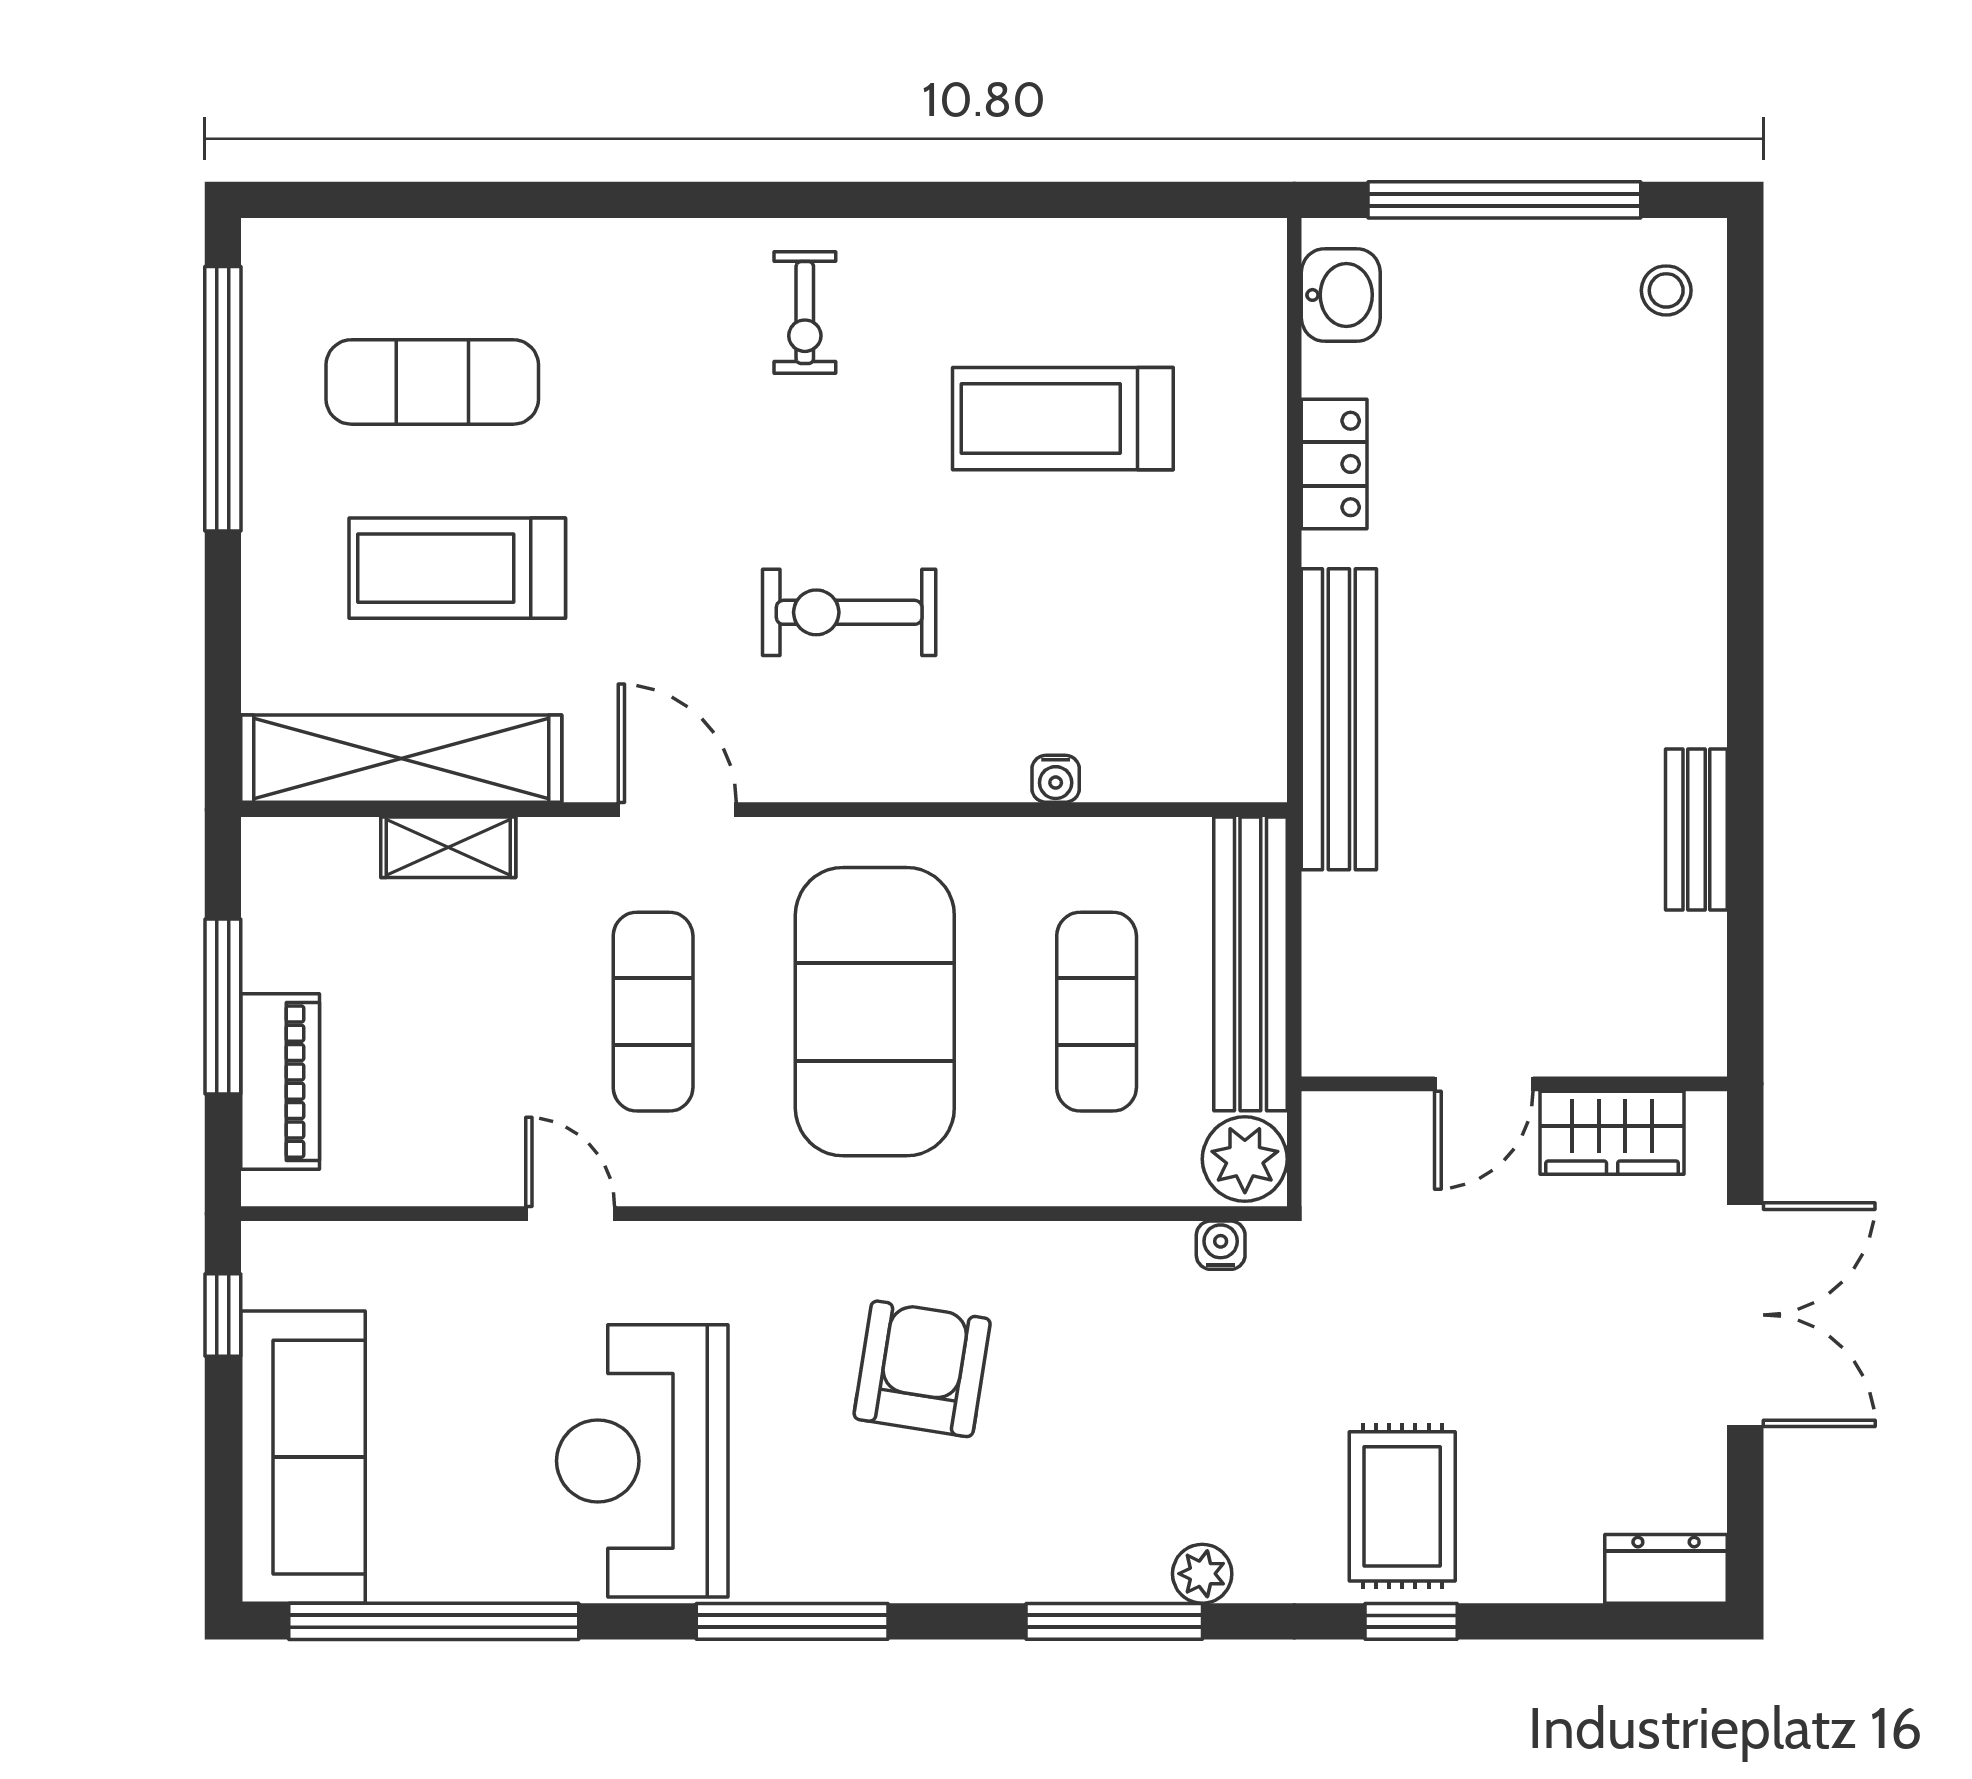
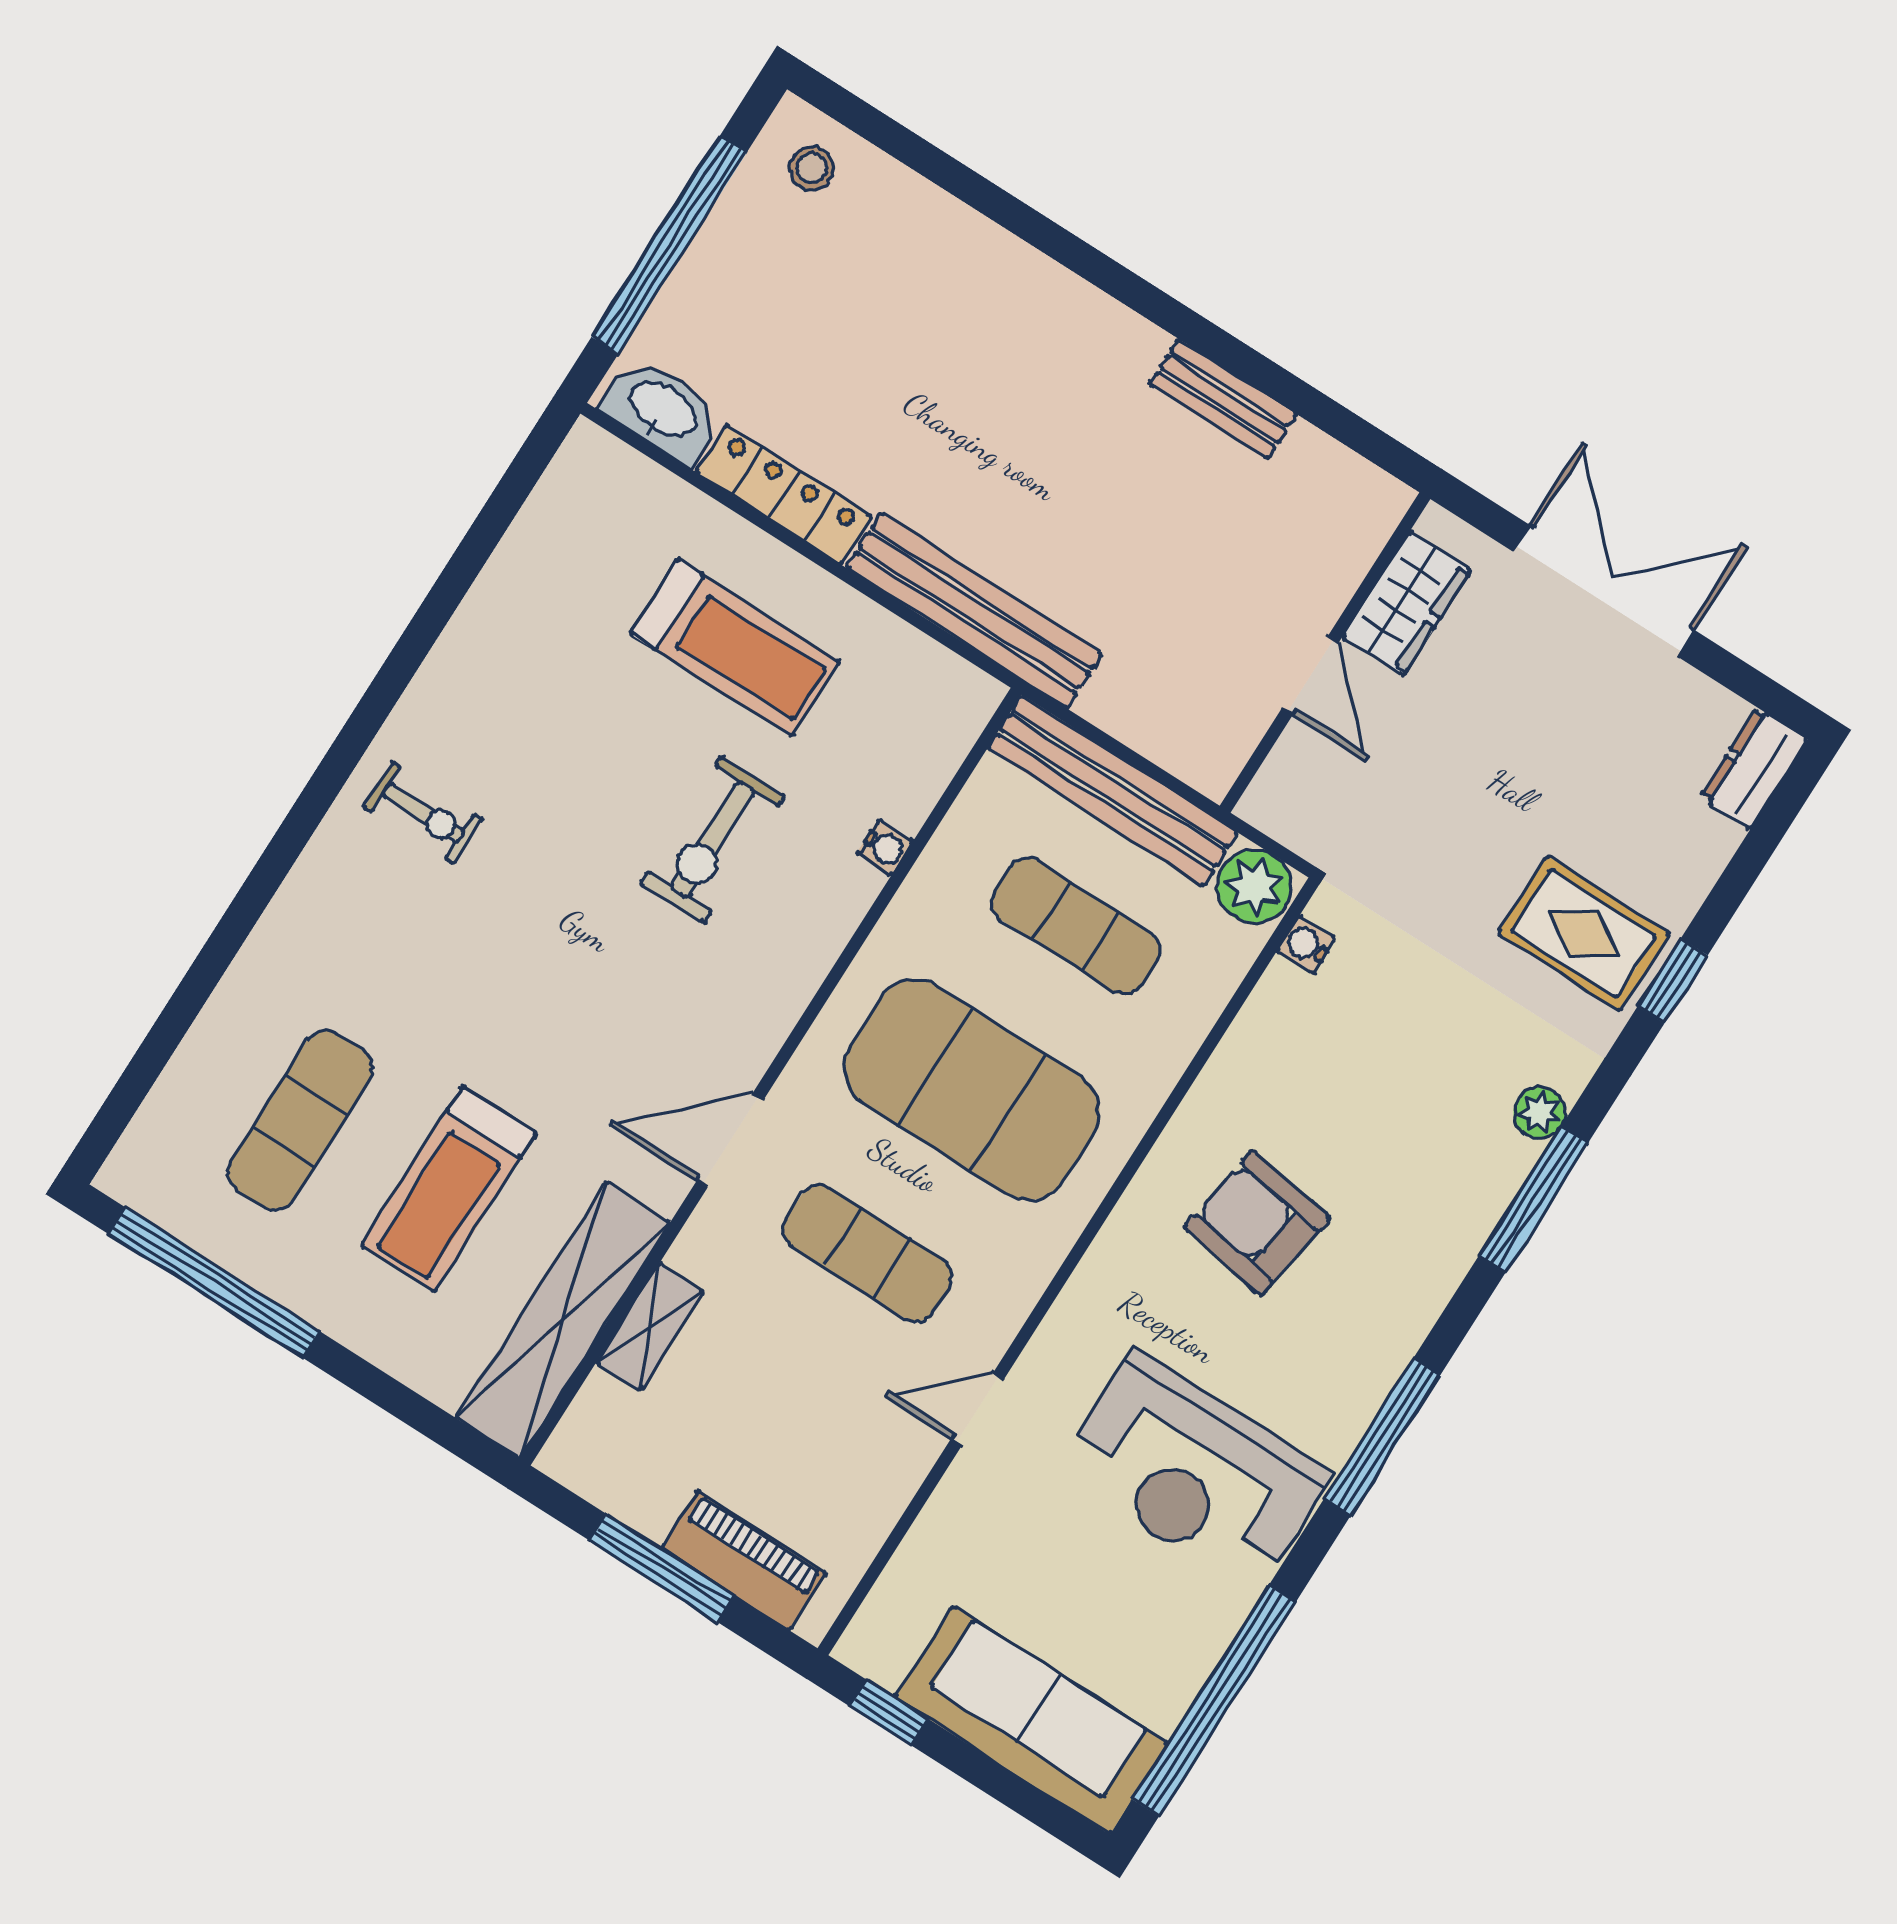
washbasin: (1341, 295) -> (662, 410), width x1.38
treadmill: (1063, 419) -> (735, 648), moved, turned -90
locker: (1334, 464) -> (784, 494), width x1.53
exercise bike: (849, 612) -> (713, 840), moved

